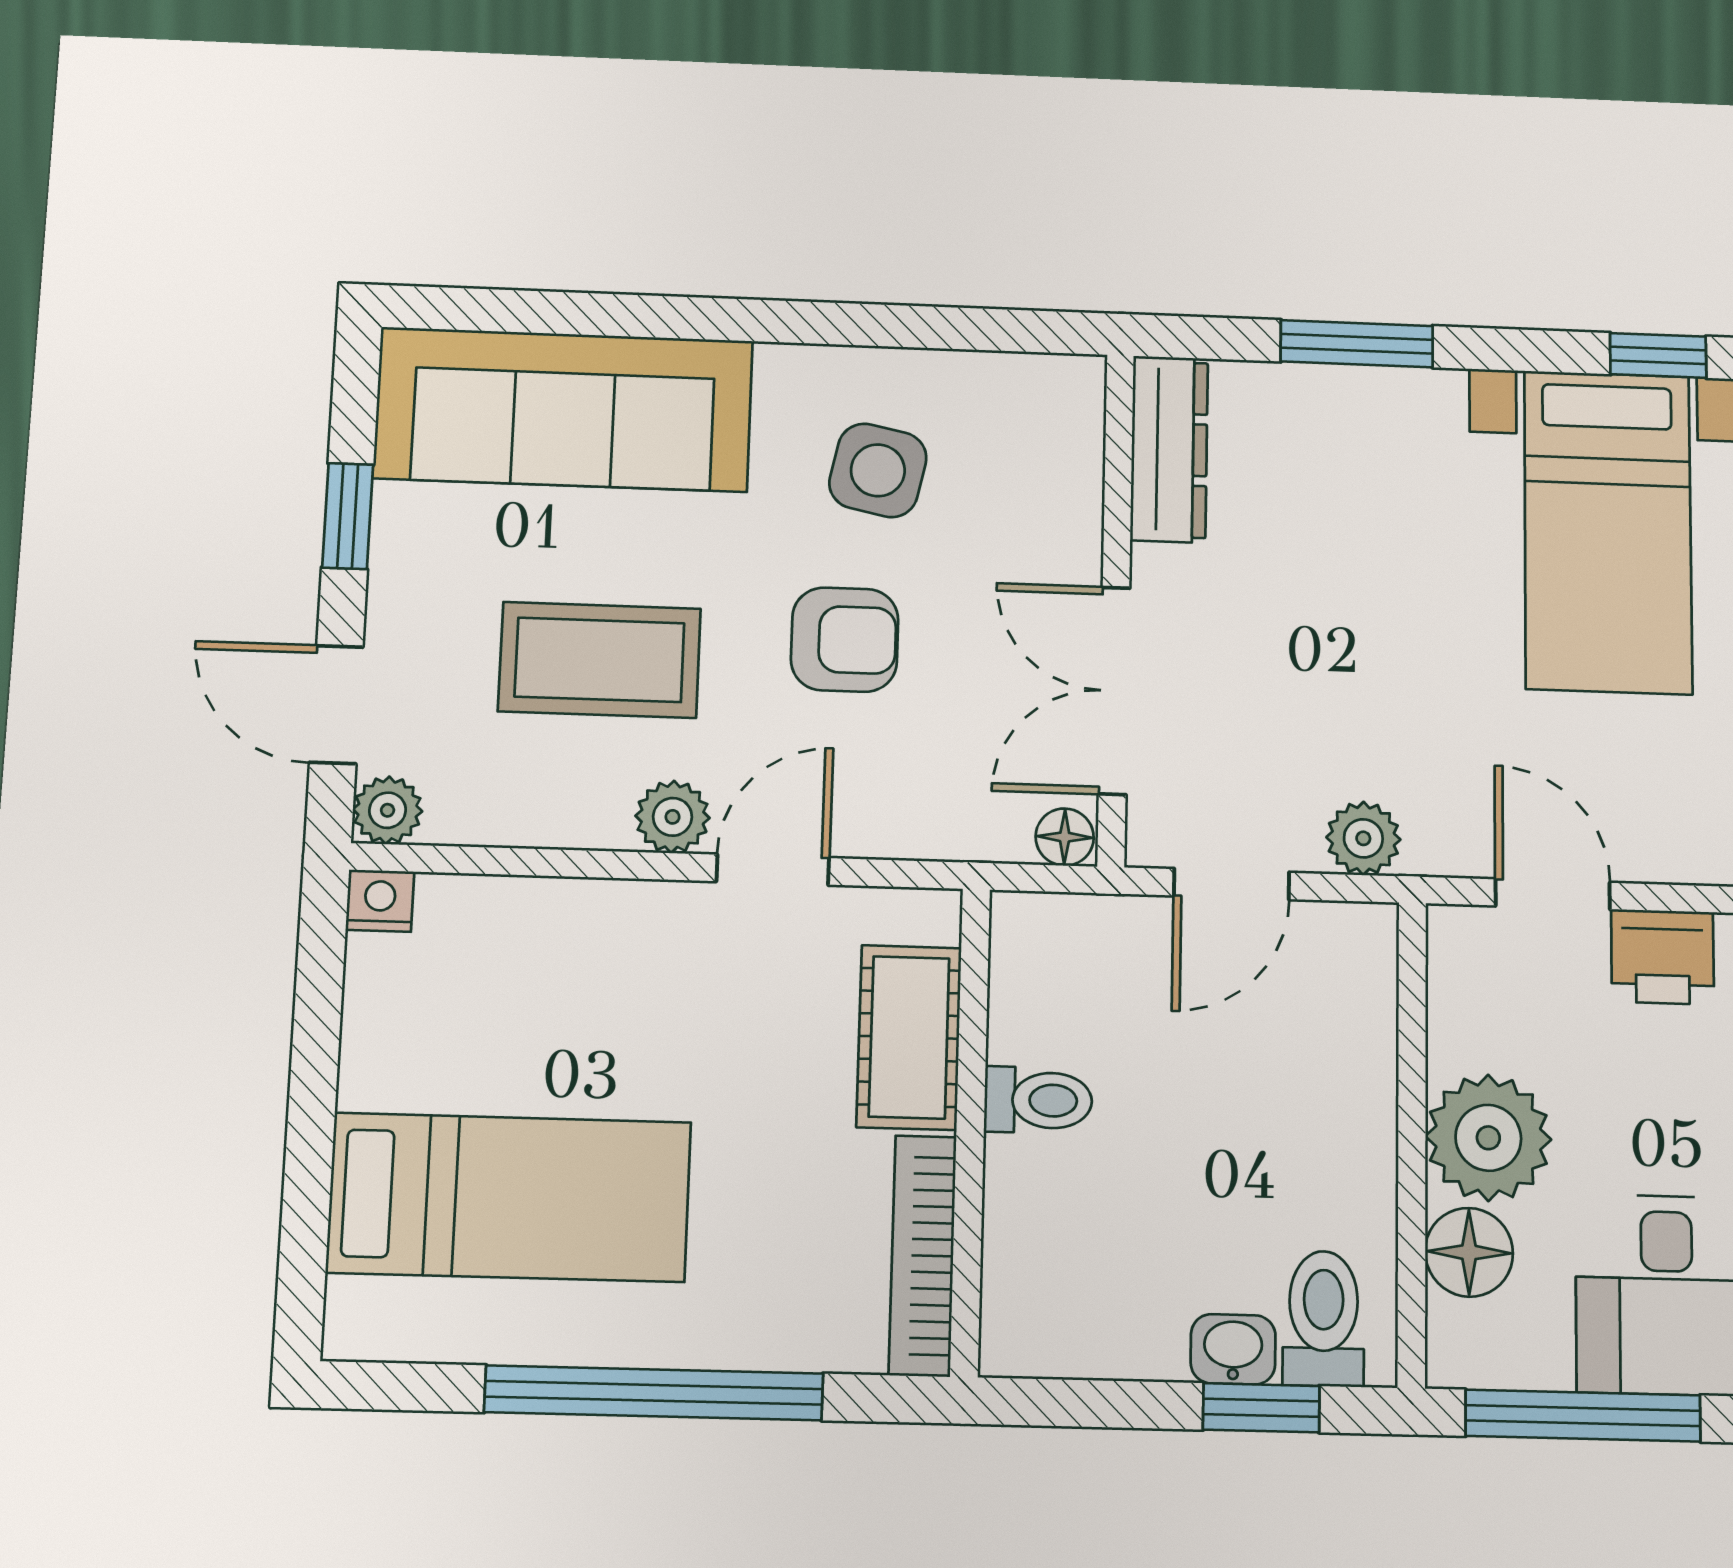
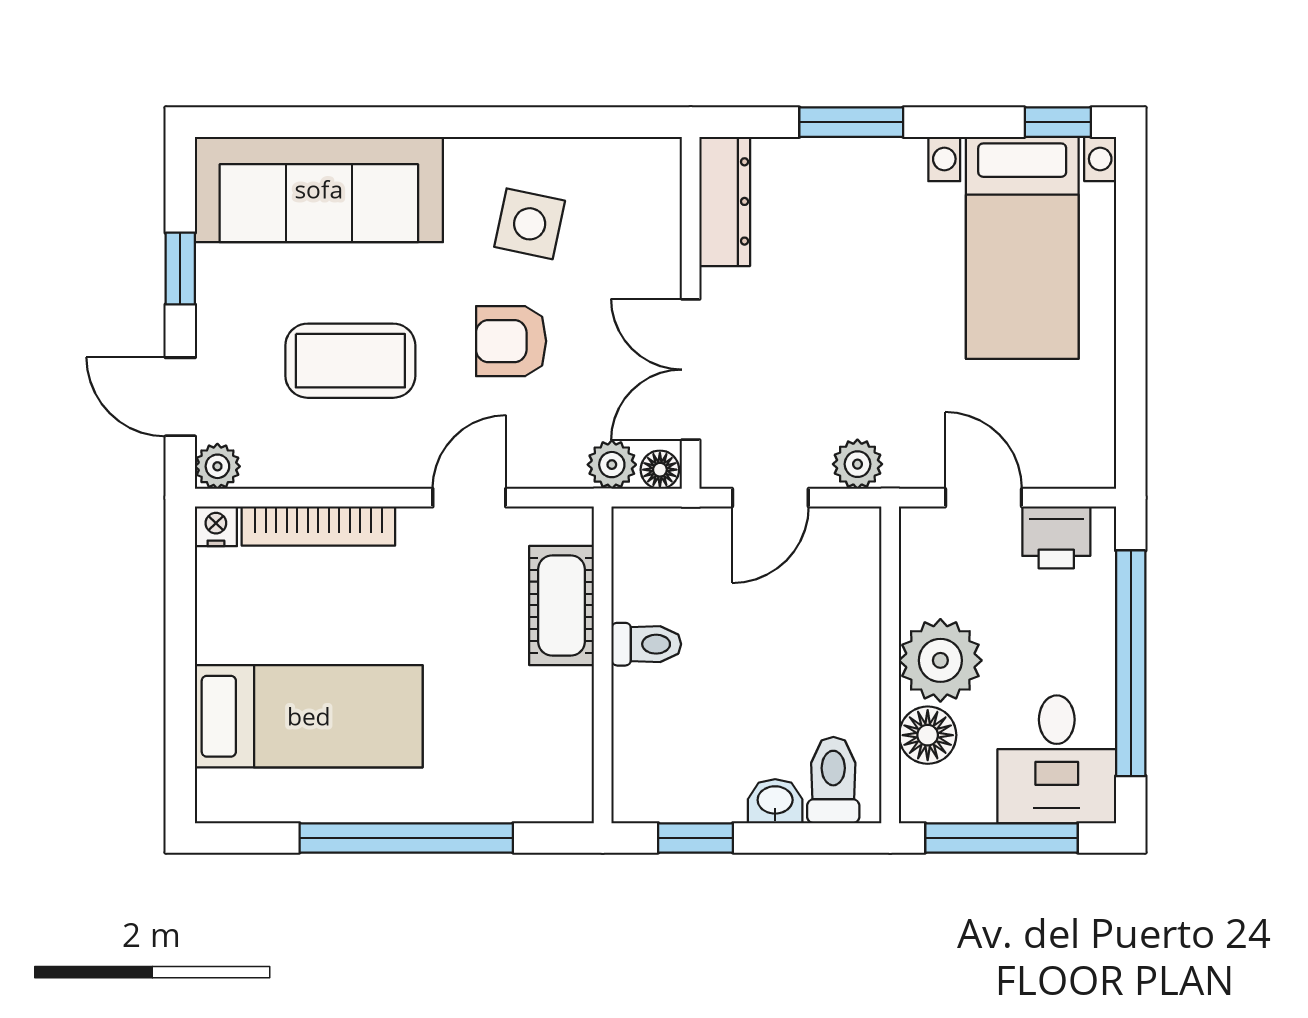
armchair: (845, 640) -> (511, 341), turned 180
plant: (673, 817) -> (612, 465), moved
bookcase: (923, 1256) -> (318, 526), moved, turned -90
window: (1261, 1408) -> (695, 838), moved

